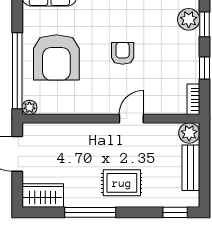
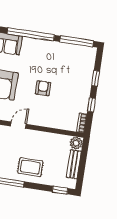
plant: (189, 19) -> (86, 74), removed
door: (131, 119) -> (18, 125), moved

